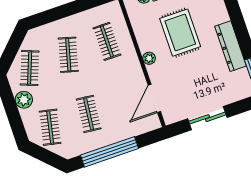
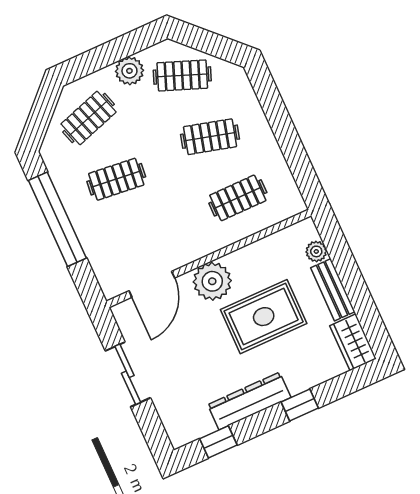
window: (236, 16) -> (300, 405), added
plant: (149, 58) -> (212, 281), width x1.88, depth x1.88
door: (154, 98) -> (152, 284), swing flipped
clothes rail: (50, 127) -> (89, 118), turned -30

